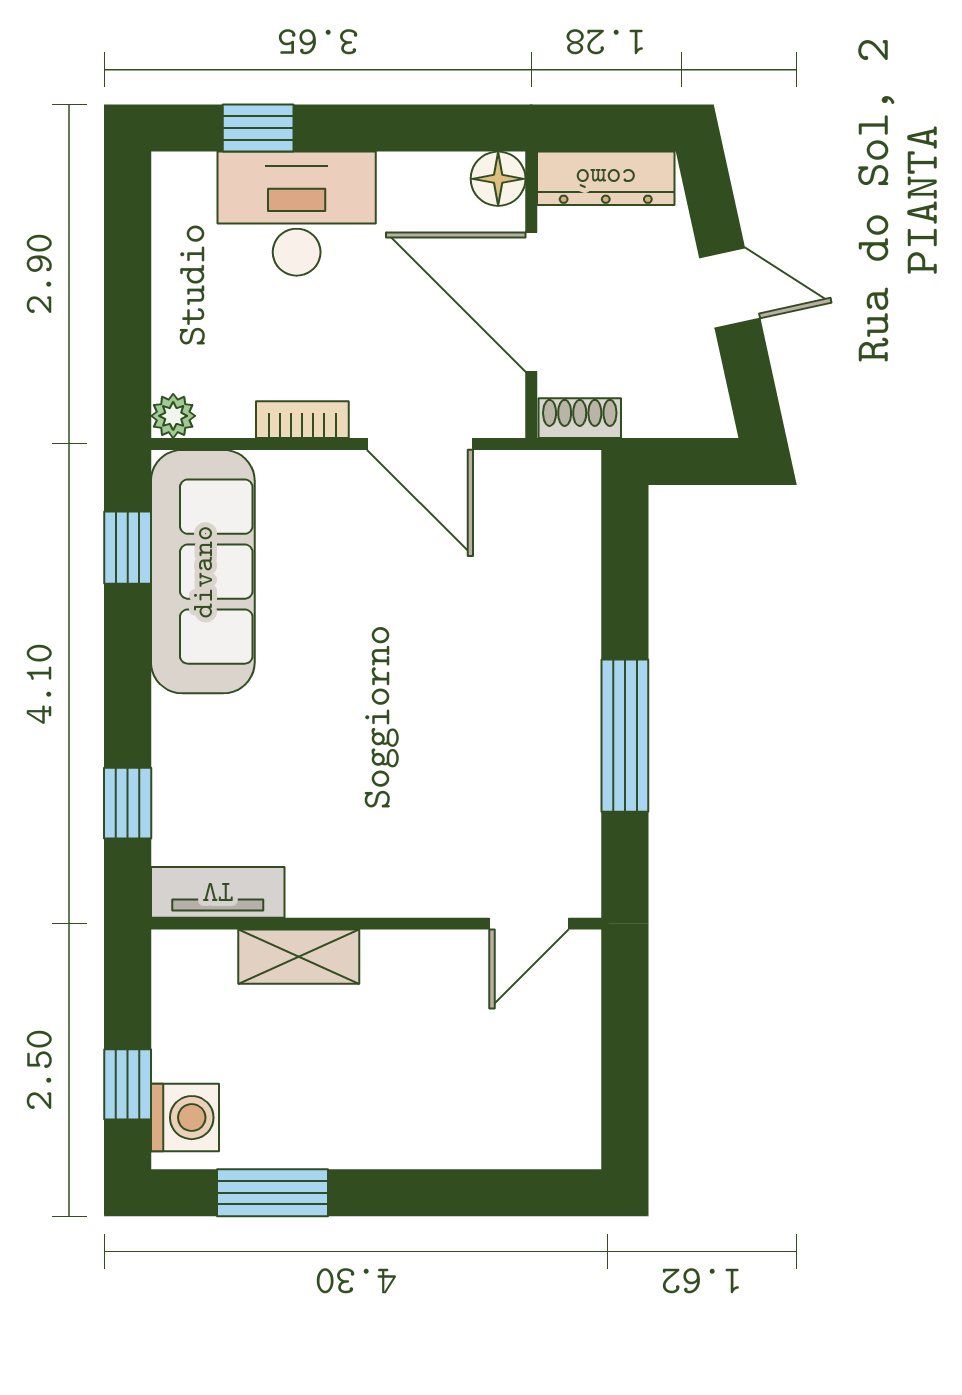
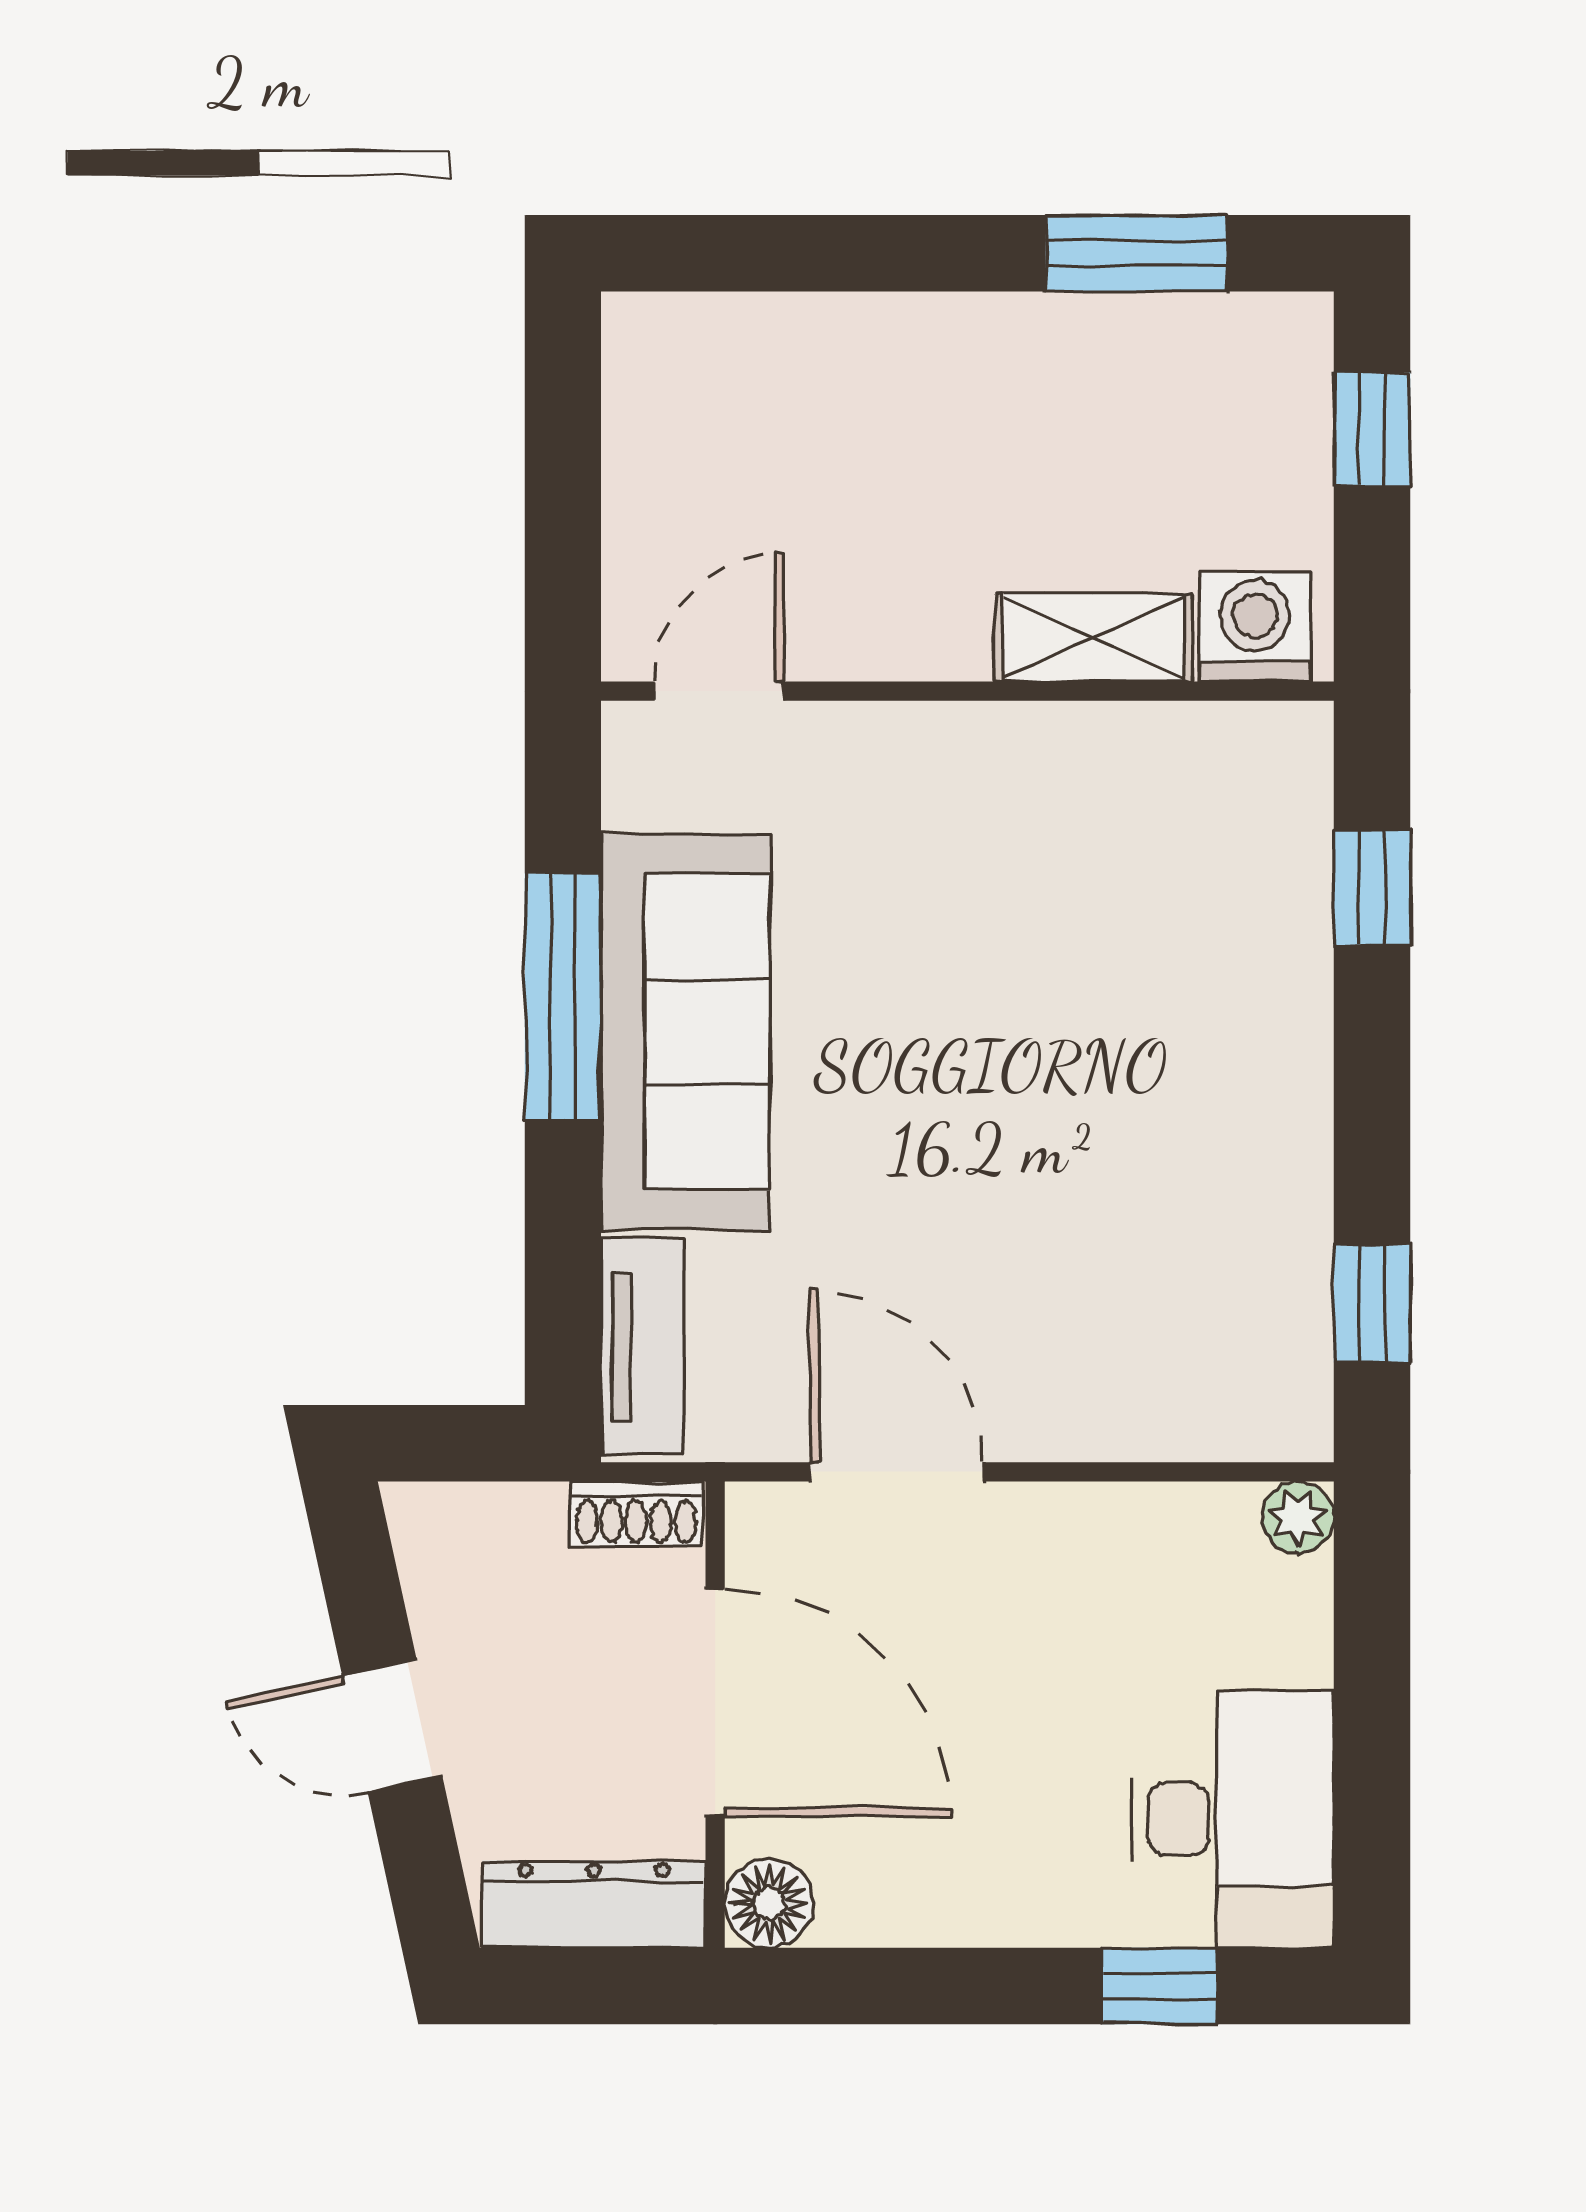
desk: (297, 214) -> (1233, 1819), moved, turned -90
bookcase: (302, 420) -> (1088, 1511), removed
sofa: (203, 572) -> (685, 1032), moved, turned 180
tv unit: (218, 892) -> (642, 1346), moved, turned -90
washing machine: (185, 1118) -> (1255, 627), moved, turned 90

